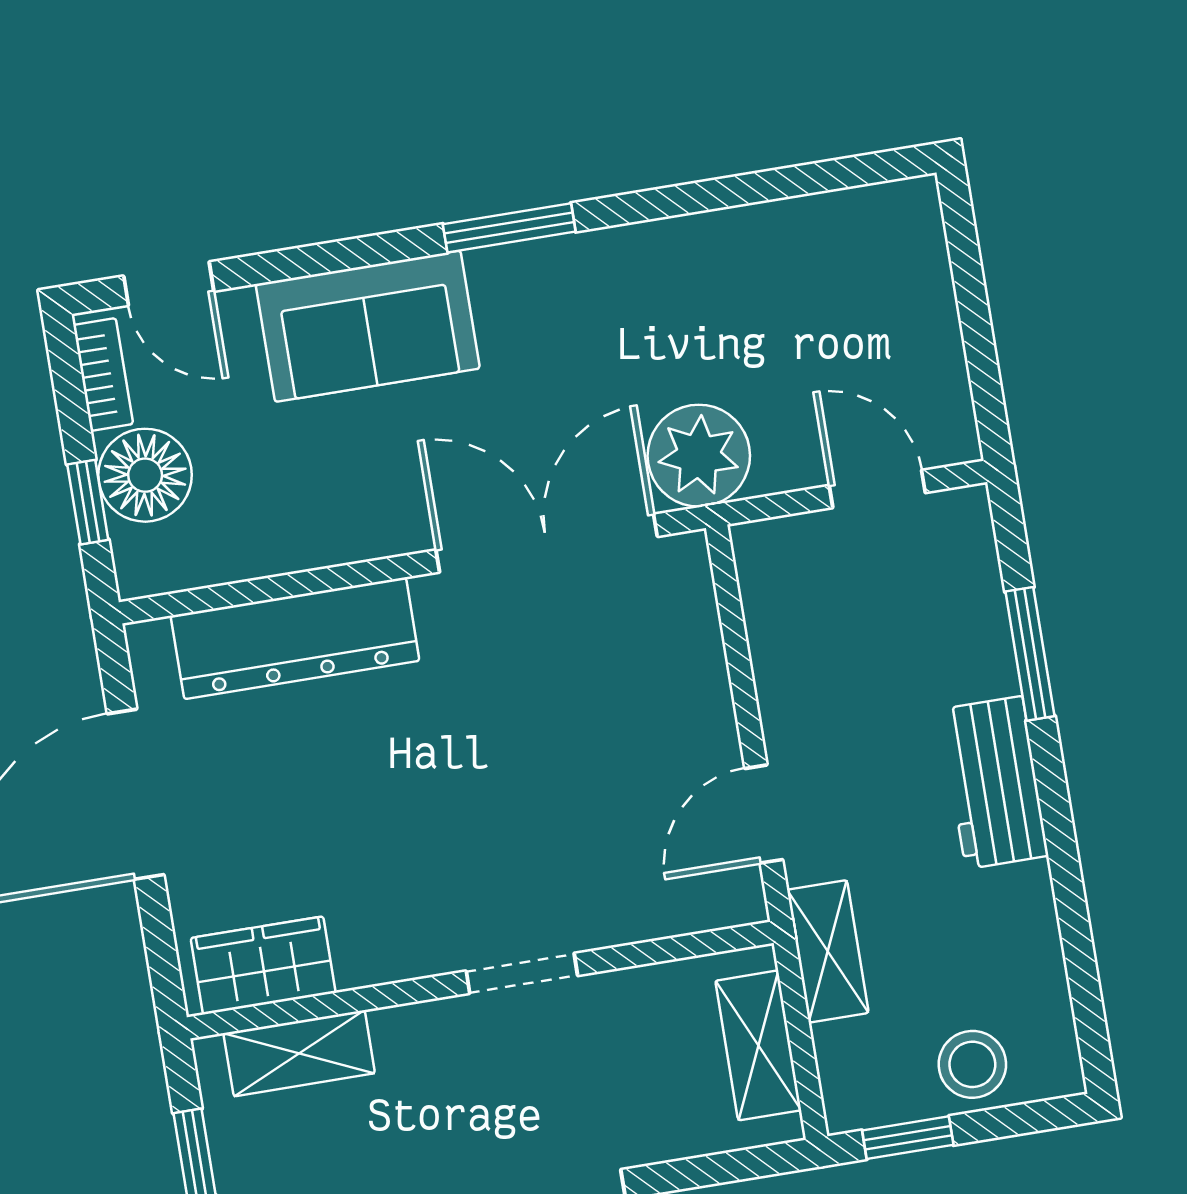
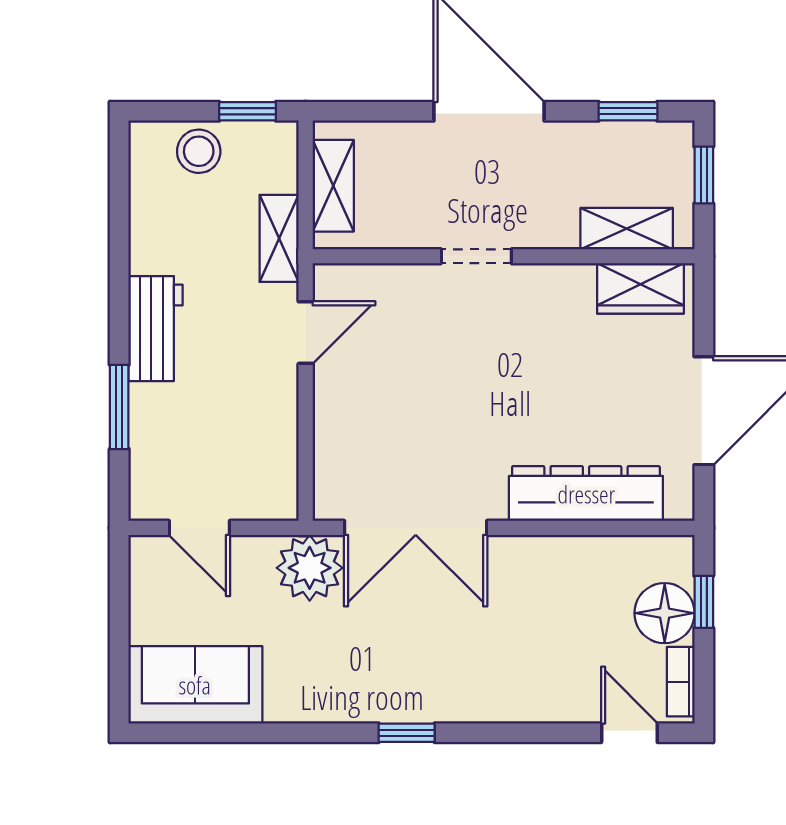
window: (509, 228) -> (407, 733), width x0.67
sofa: (368, 326) -> (195, 685), moved

